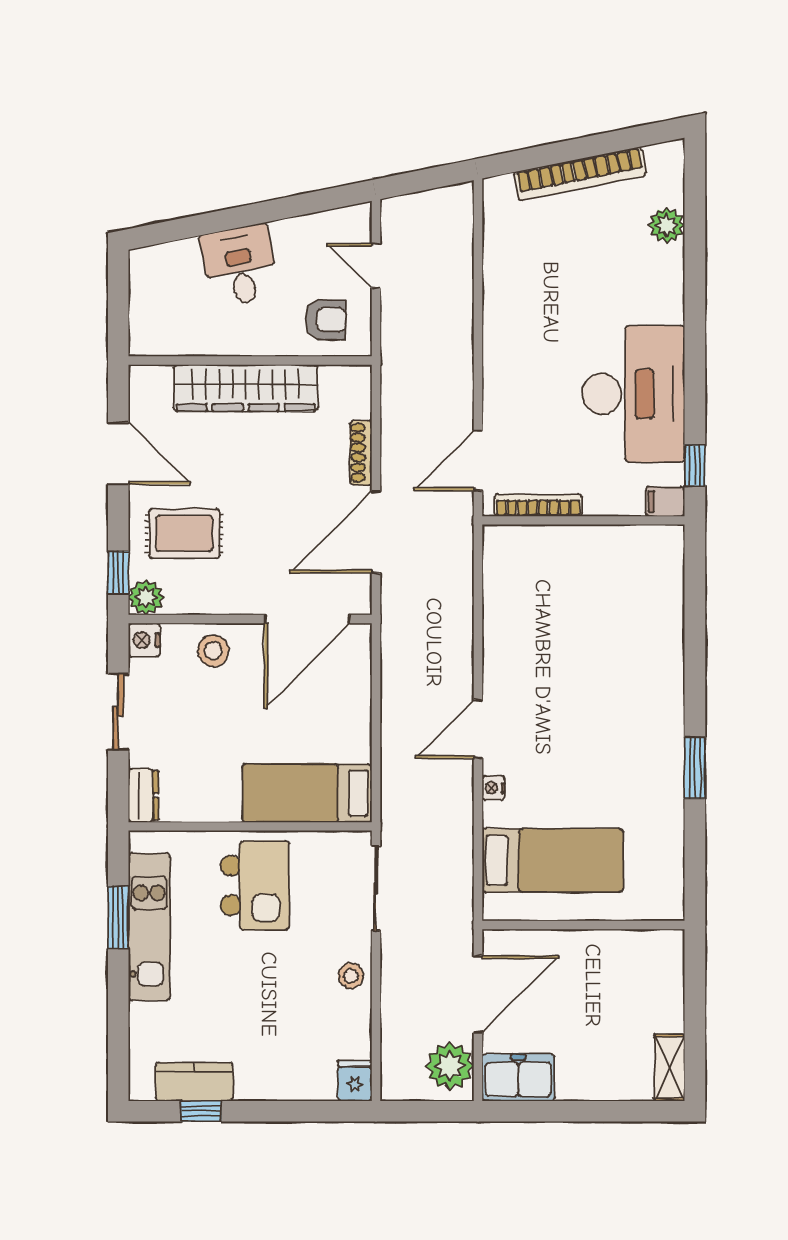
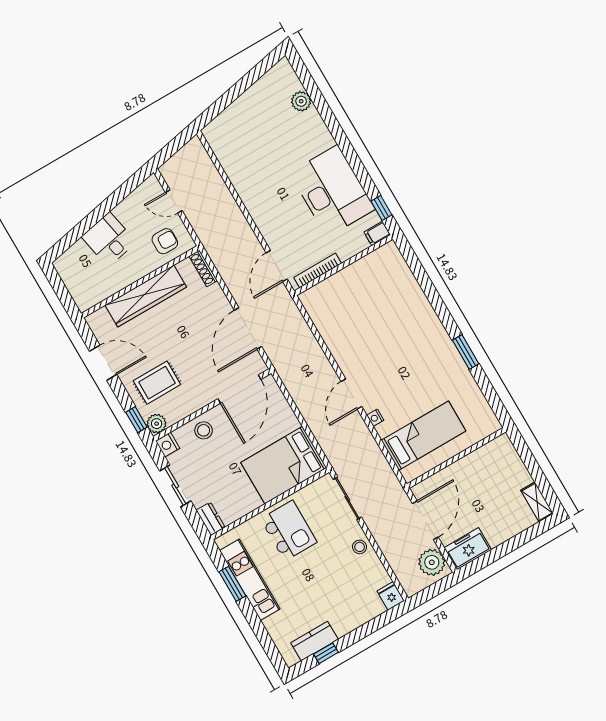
bookcase: (580, 174) -> (246, 101), removed
shoe rack: (361, 453) -> (203, 268), moved
bed: (307, 793) -> (284, 465), width x1.50

